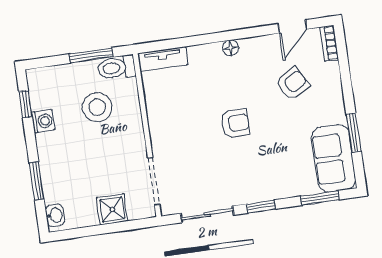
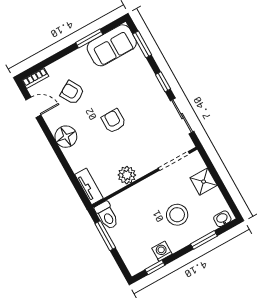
floor lamp: (231, 48) -> (66, 137), width x1.89, depth x1.89
stool: (97, 107) -> (177, 215), moved
plant: (159, 114) -> (127, 175), added

